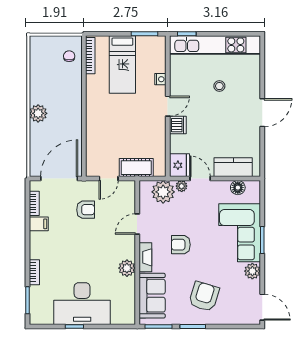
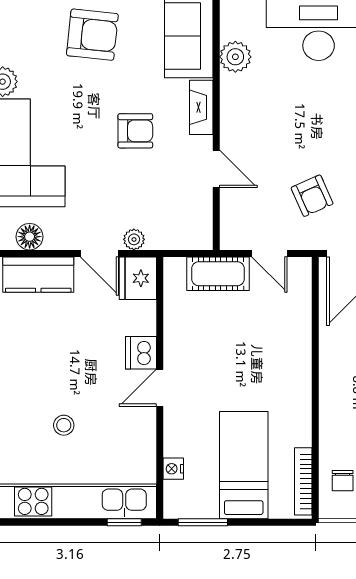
nightstand: (160, 79) -> (173, 469), moved
door: (109, 179) -> (269, 253), swing flipped
plant: (163, 192) -> (168, 229), removed
armchair: (86, 210) -> (312, 196), turned -114
door: (137, 224) -> (216, 169), hinge flipped
plant: (127, 268) -> (235, 57), moved
armchair: (204, 296) -> (92, 35), turned -101

